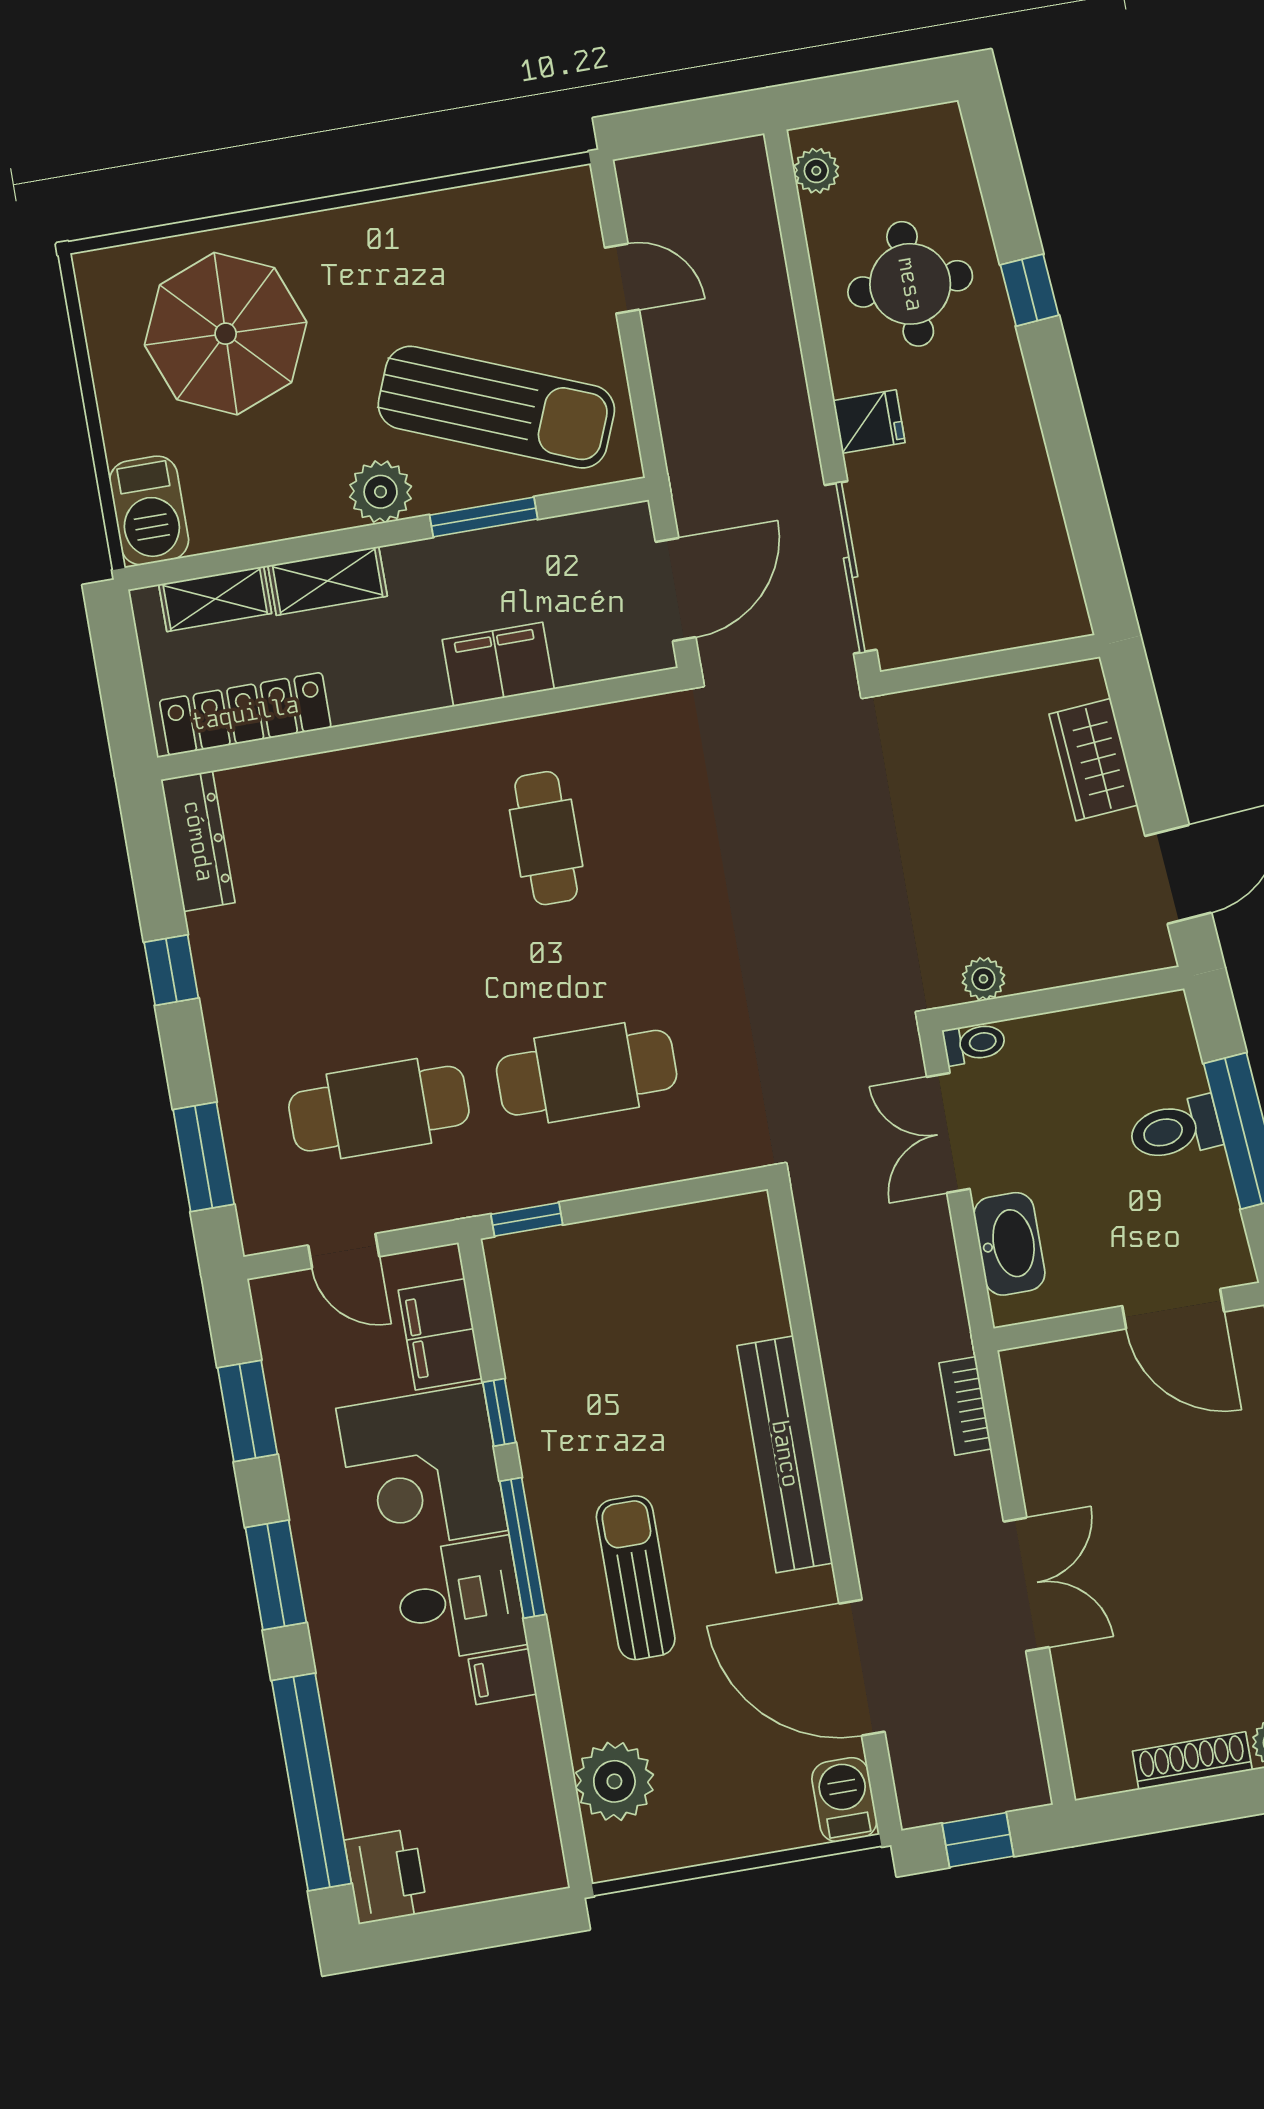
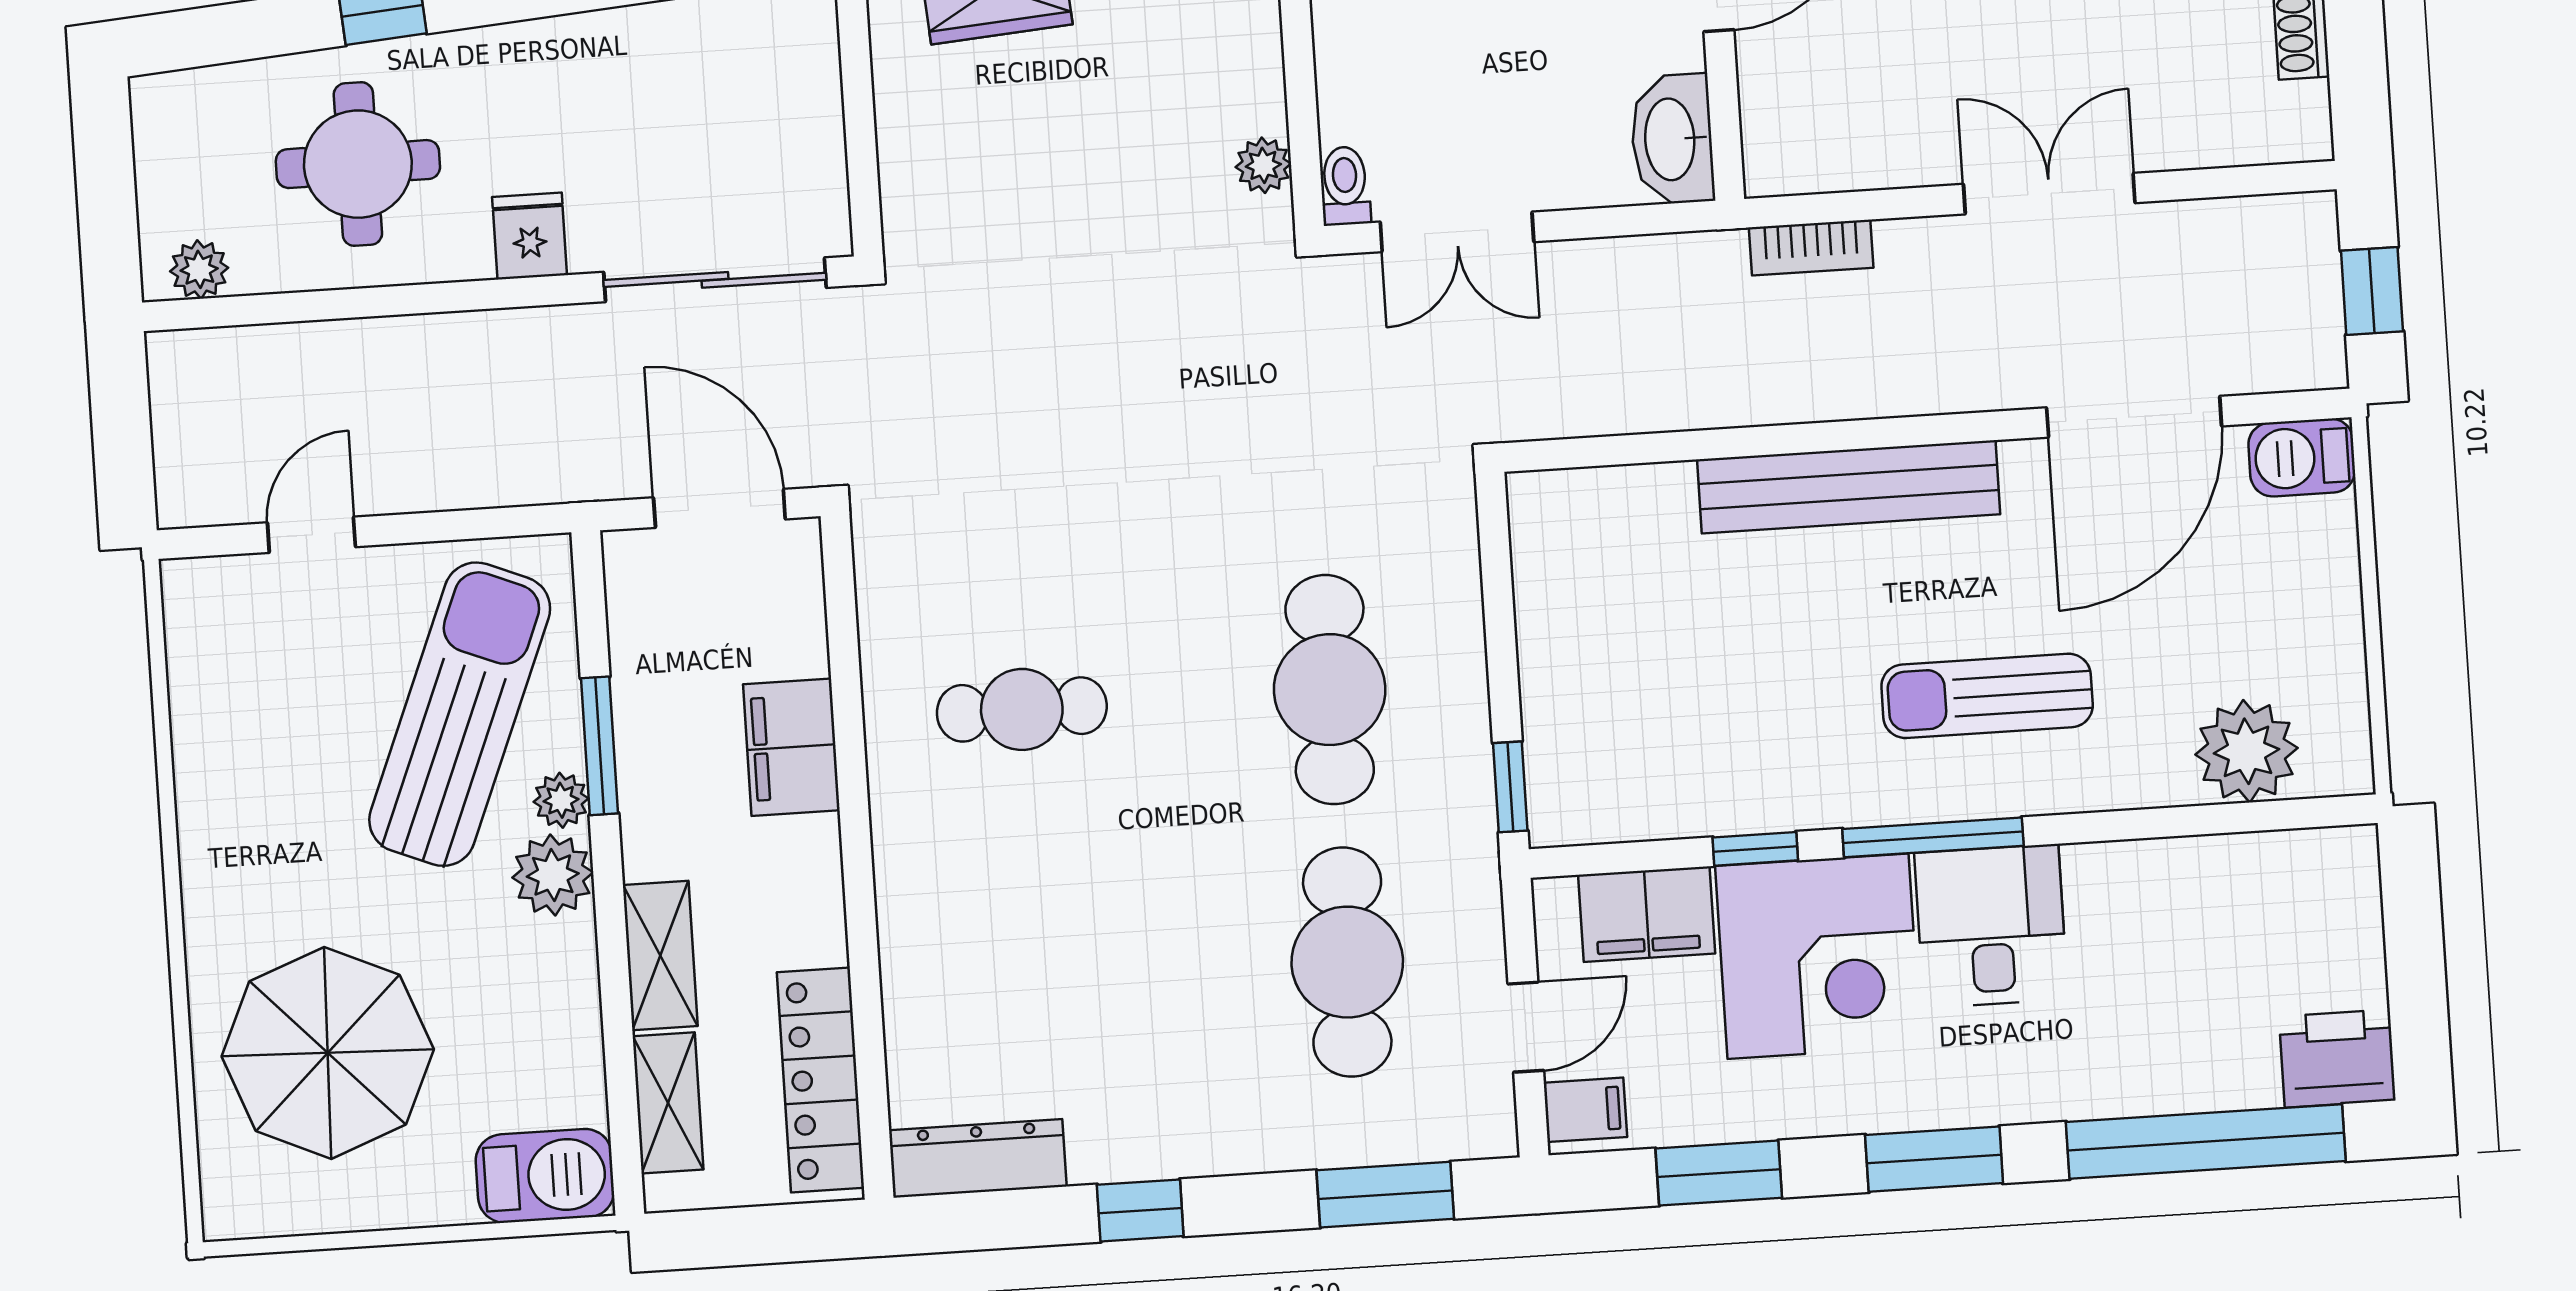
plant: (439, 492) -> (561, 800), added
washbasin: (1009, 1244) -> (1672, 139), moved, turned -90
filing cabinet: (502, 1677) -> (1585, 1110), moved, turned -90

